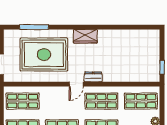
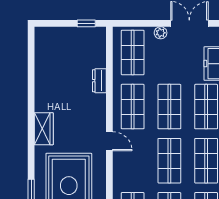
dresser: (93, 77) -> (99, 81), moved

